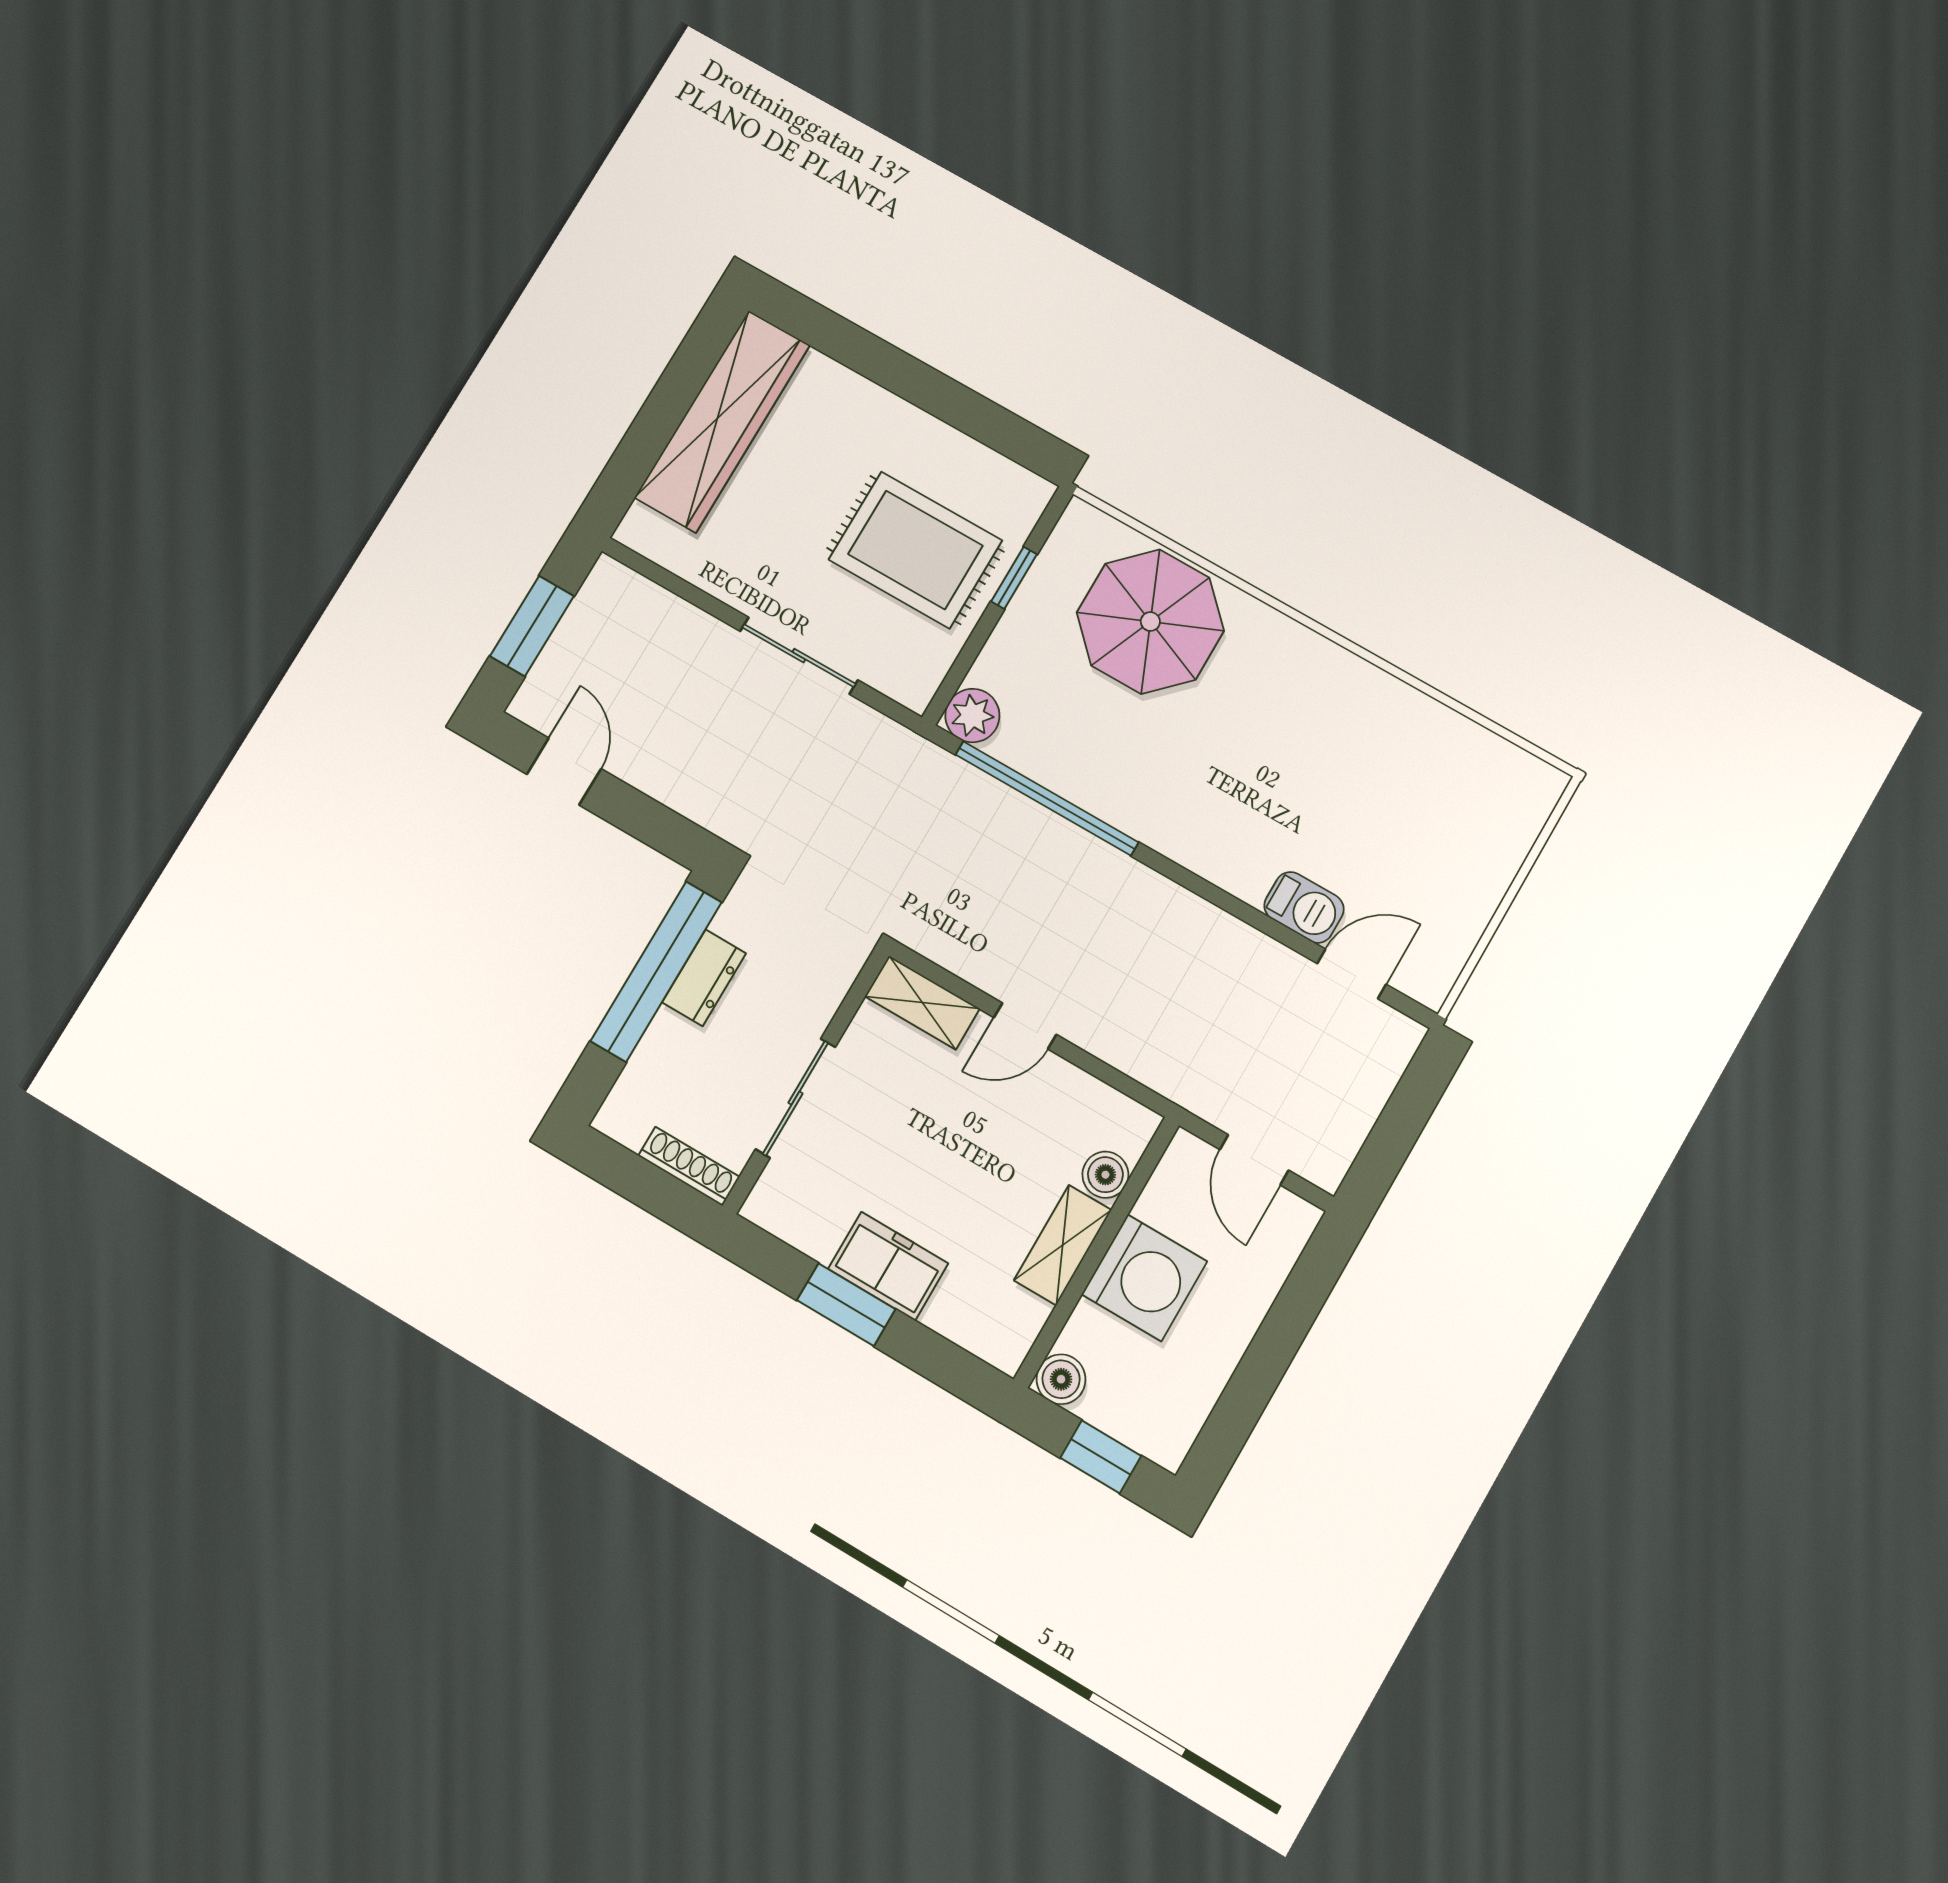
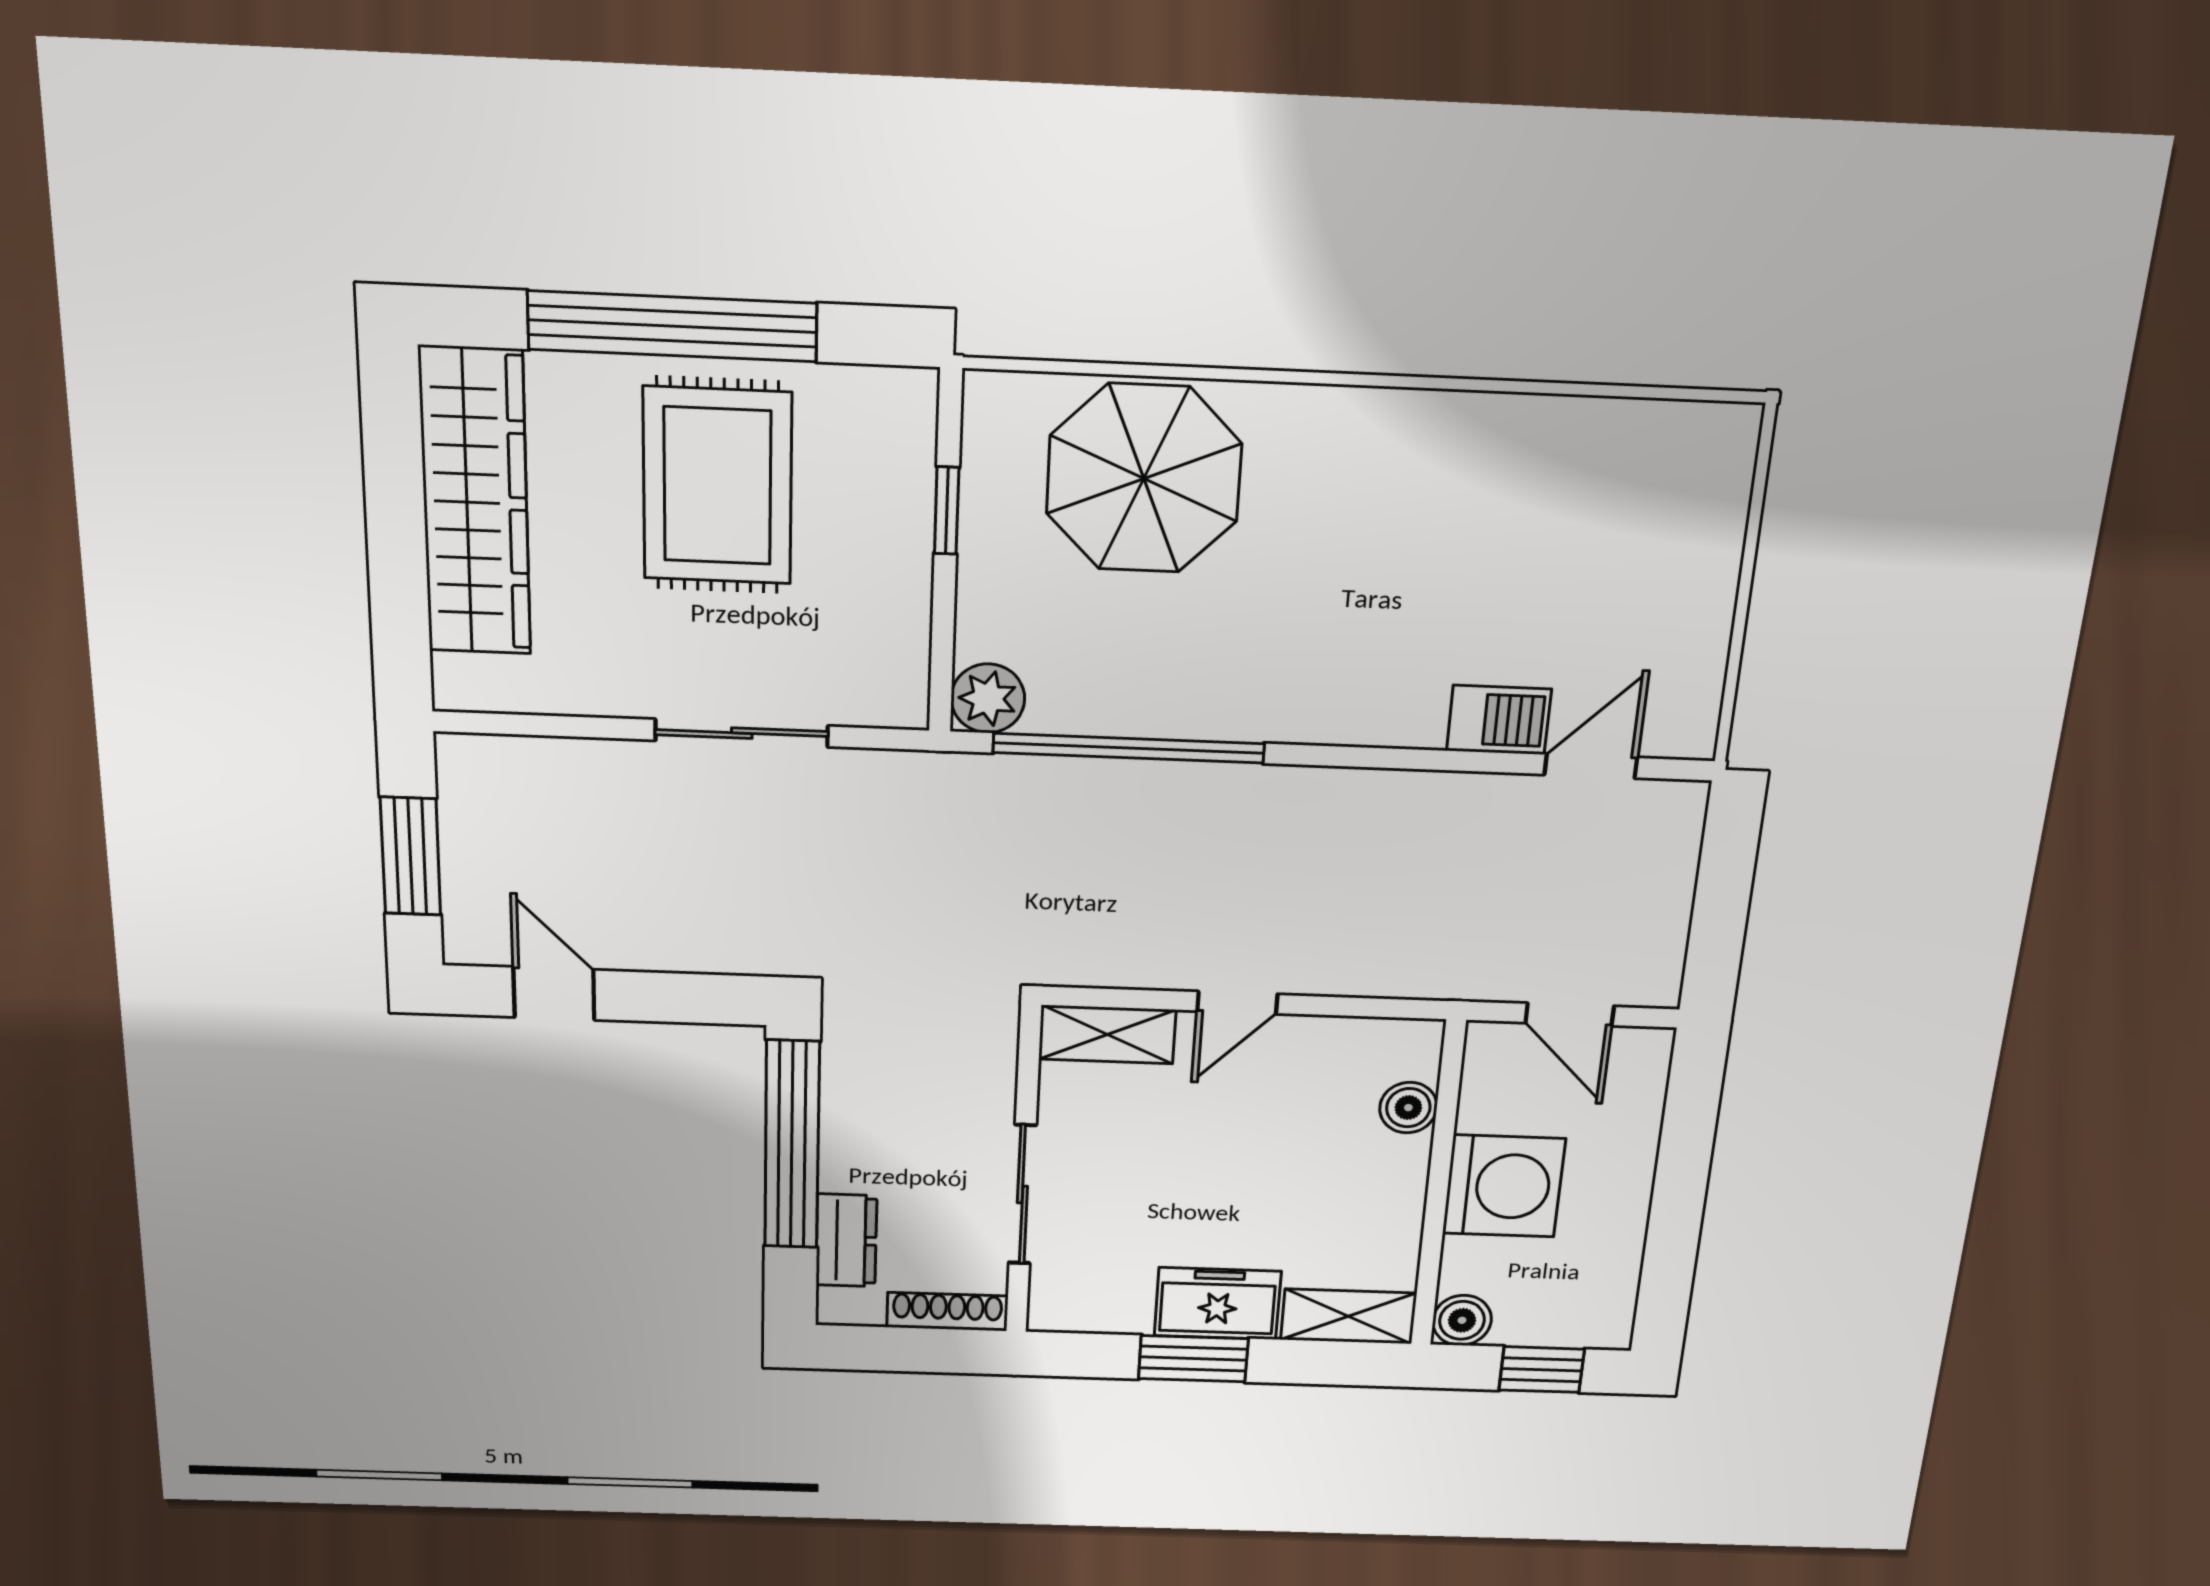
window: (909, 378) -> (673, 326), added
rug: (915, 550) -> (717, 486), moved, turned 90
dresser: (704, 978) -> (846, 1240), moved
shelving: (1063, 1245) -> (1348, 1316), moved, turned 90

